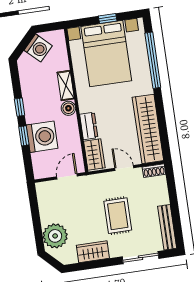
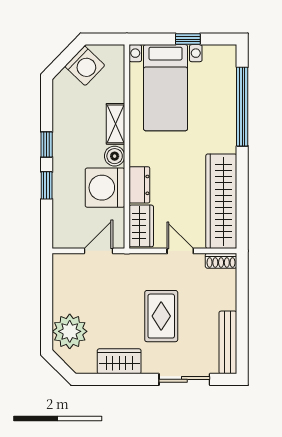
bed with nightstands: (106, 54) -> (166, 88), width x0.73
washing machine: (42, 137) -> (105, 188), moved, turned 180

